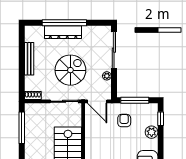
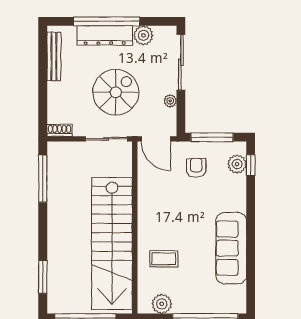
plant: (89, 32) -> (143, 35), added
bench: (29, 59) -> (54, 56), moved
plant: (152, 132) -> (237, 164), moved

